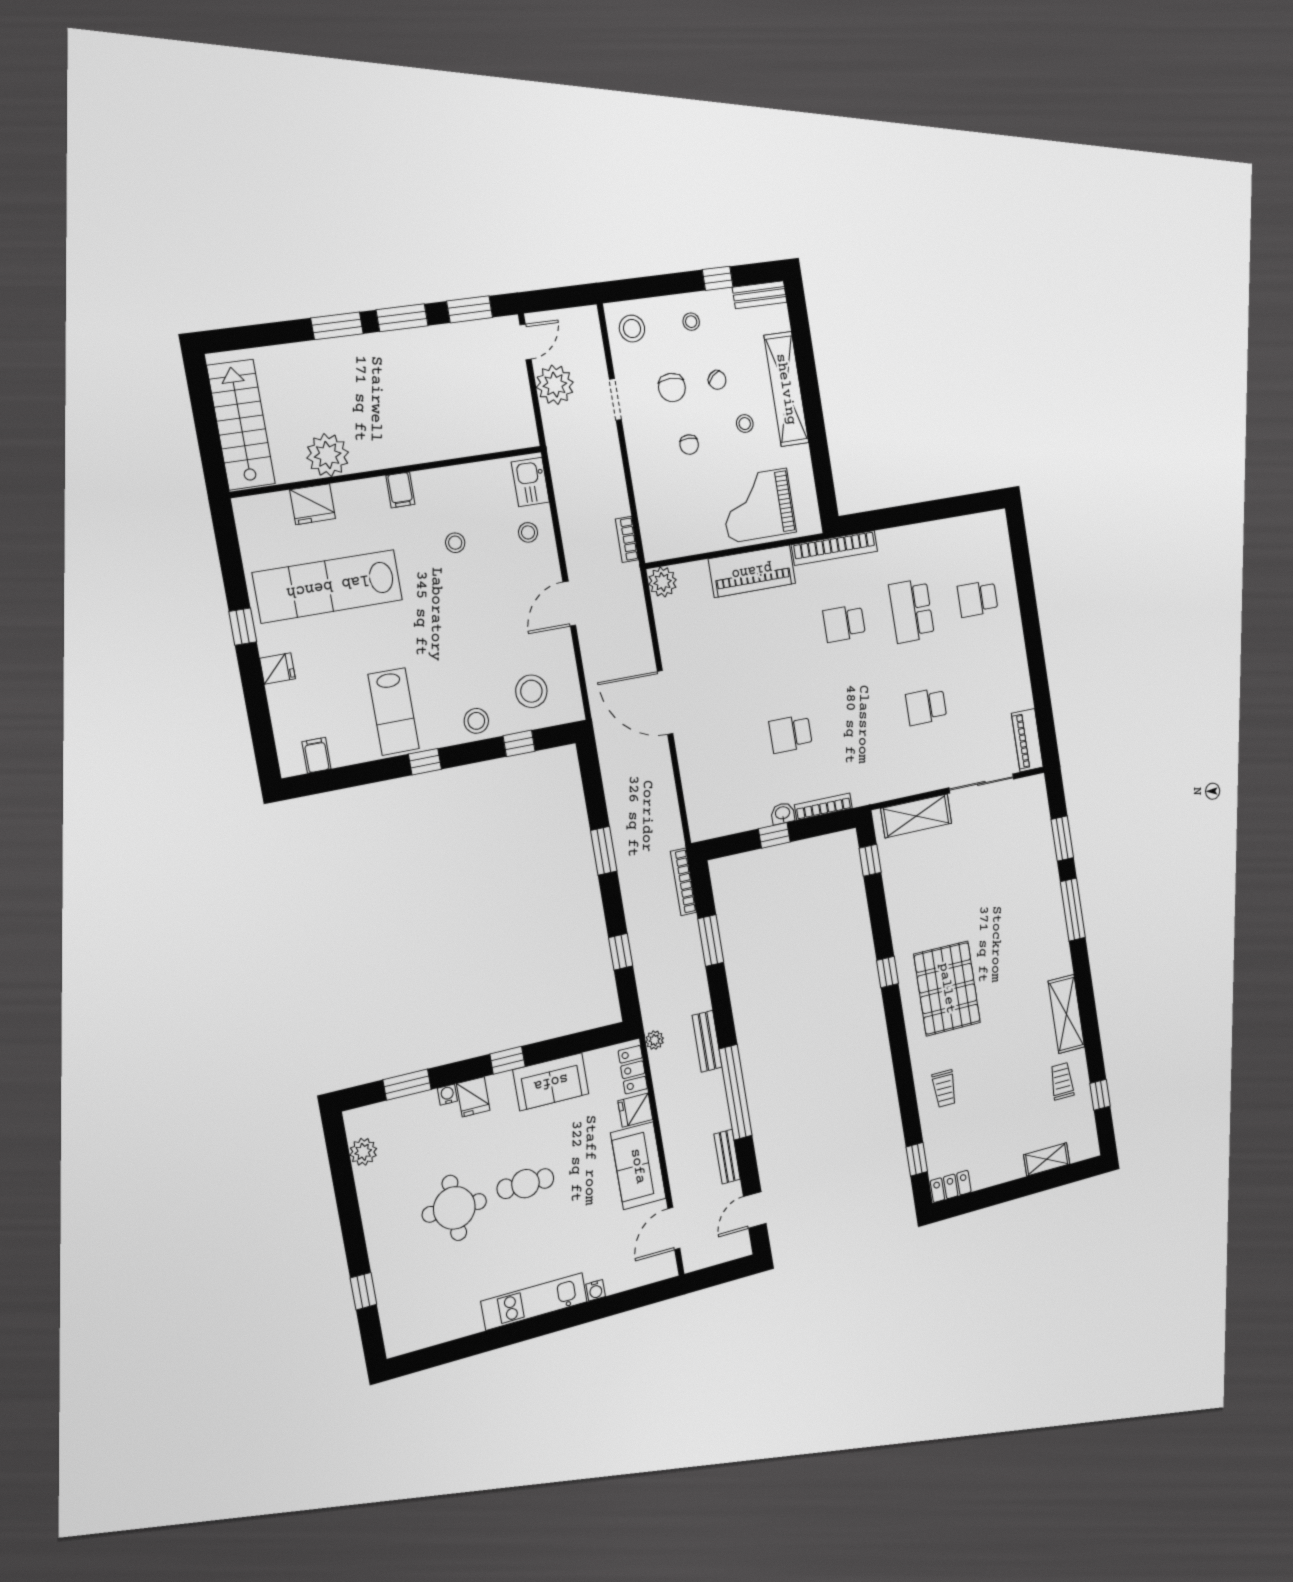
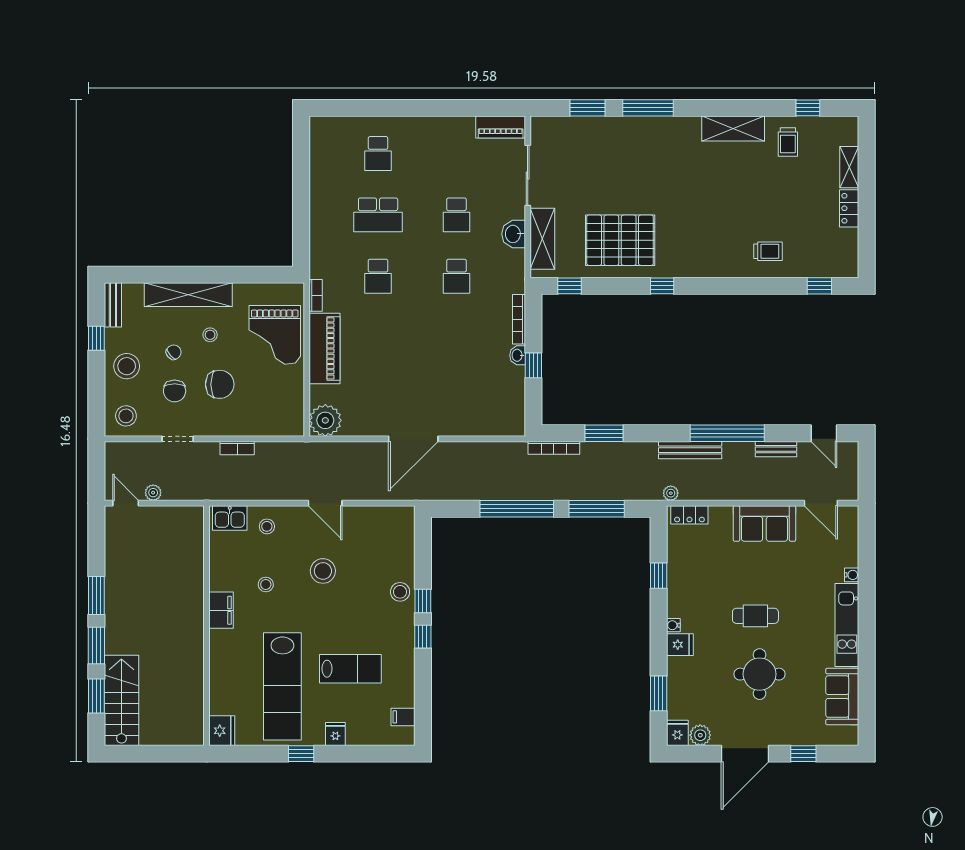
window: (470, 309) -> (96, 696), moved
stool: (691, 322) -> (127, 366), width x1.89, depth x1.89
plant: (555, 385) -> (153, 493), width x0.53, depth x0.53
chair: (672, 388) -> (175, 391), turned 90
stairs: (241, 425) -> (121, 700), moved, turned 90
chair: (689, 445) -> (220, 384), width x1.87, depth x1.87
plant: (328, 455) -> (188, 669), removed
filing cabinet: (400, 490) -> (221, 610), width x2.00
fridge: (313, 504) -> (222, 731), moved
bookcase: (627, 539) -> (237, 448), moved
bookcase: (835, 548) -> (316, 295), width x0.43, depth x0.76
plant: (663, 582) -> (325, 420), width x1.36, depth x1.36
stool: (531, 691) -> (323, 571), moved
lab bench: (394, 712) -> (350, 669), moved
school desk: (791, 734) -> (456, 276), moved
window: (519, 743) -> (423, 601), moved
washbasin: (916, 780) -> (514, 234), added
window: (604, 851) -> (517, 509), width x2.11
window: (621, 952) -> (597, 509), width x2.17
pallet: (947, 988) -> (620, 240), moved
bench: (707, 1041) -> (690, 450), width x1.36
window: (507, 1060) -> (659, 576), moved
trolley: (1062, 1081) -> (788, 142), turned -90
sofa: (551, 1082) -> (842, 697), moved, turned 180
water cooler: (447, 1095) -> (673, 625), moved
fridge: (635, 1110) -> (677, 733), moved, turned 180
cafe table: (525, 1184) -> (755, 616), turned 90
locker: (951, 1186) -> (849, 208), moved
door: (350, 1216) -> (745, 754), added

